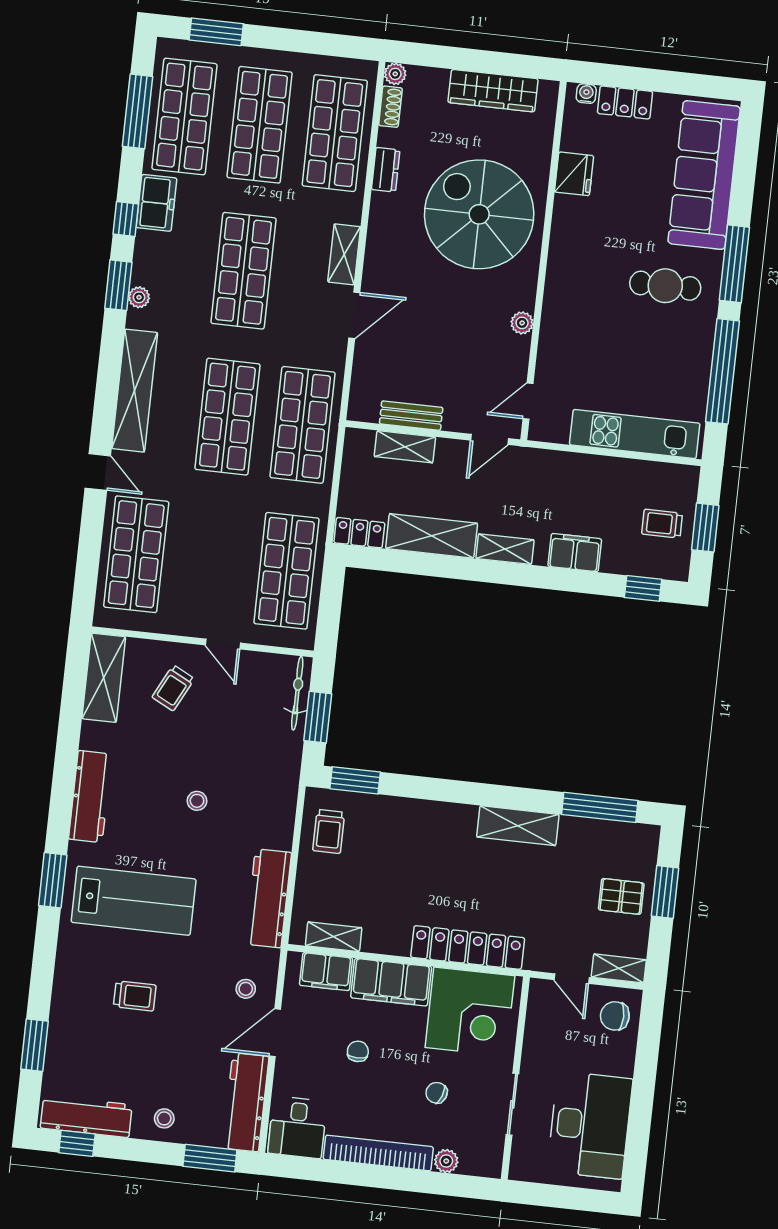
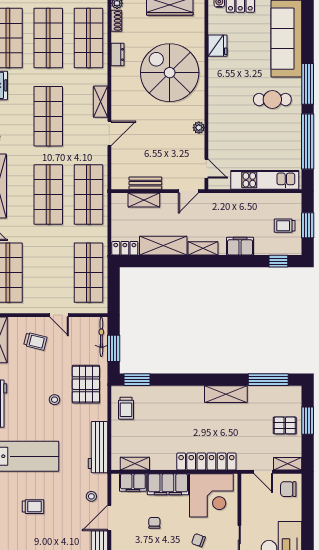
door: (528, 401) -> (206, 169), swing flipped
trolley: (173, 688) -> (35, 341), turned -103
pallet: (259, 778) -> (86, 384), added

